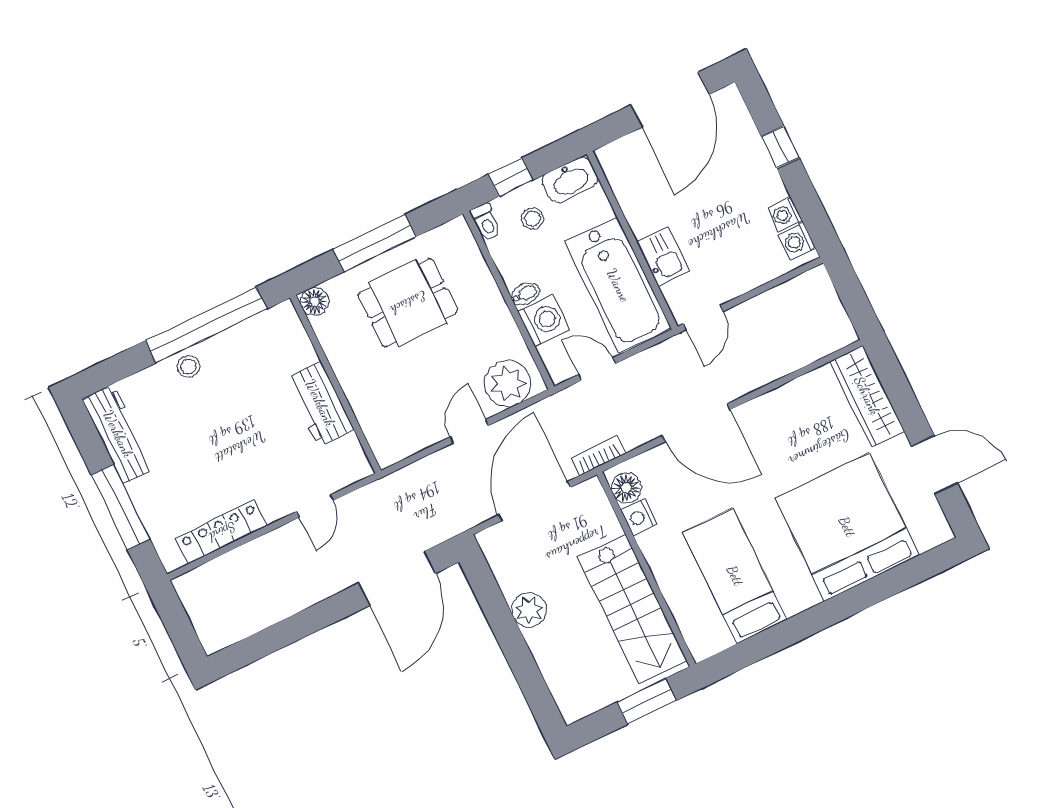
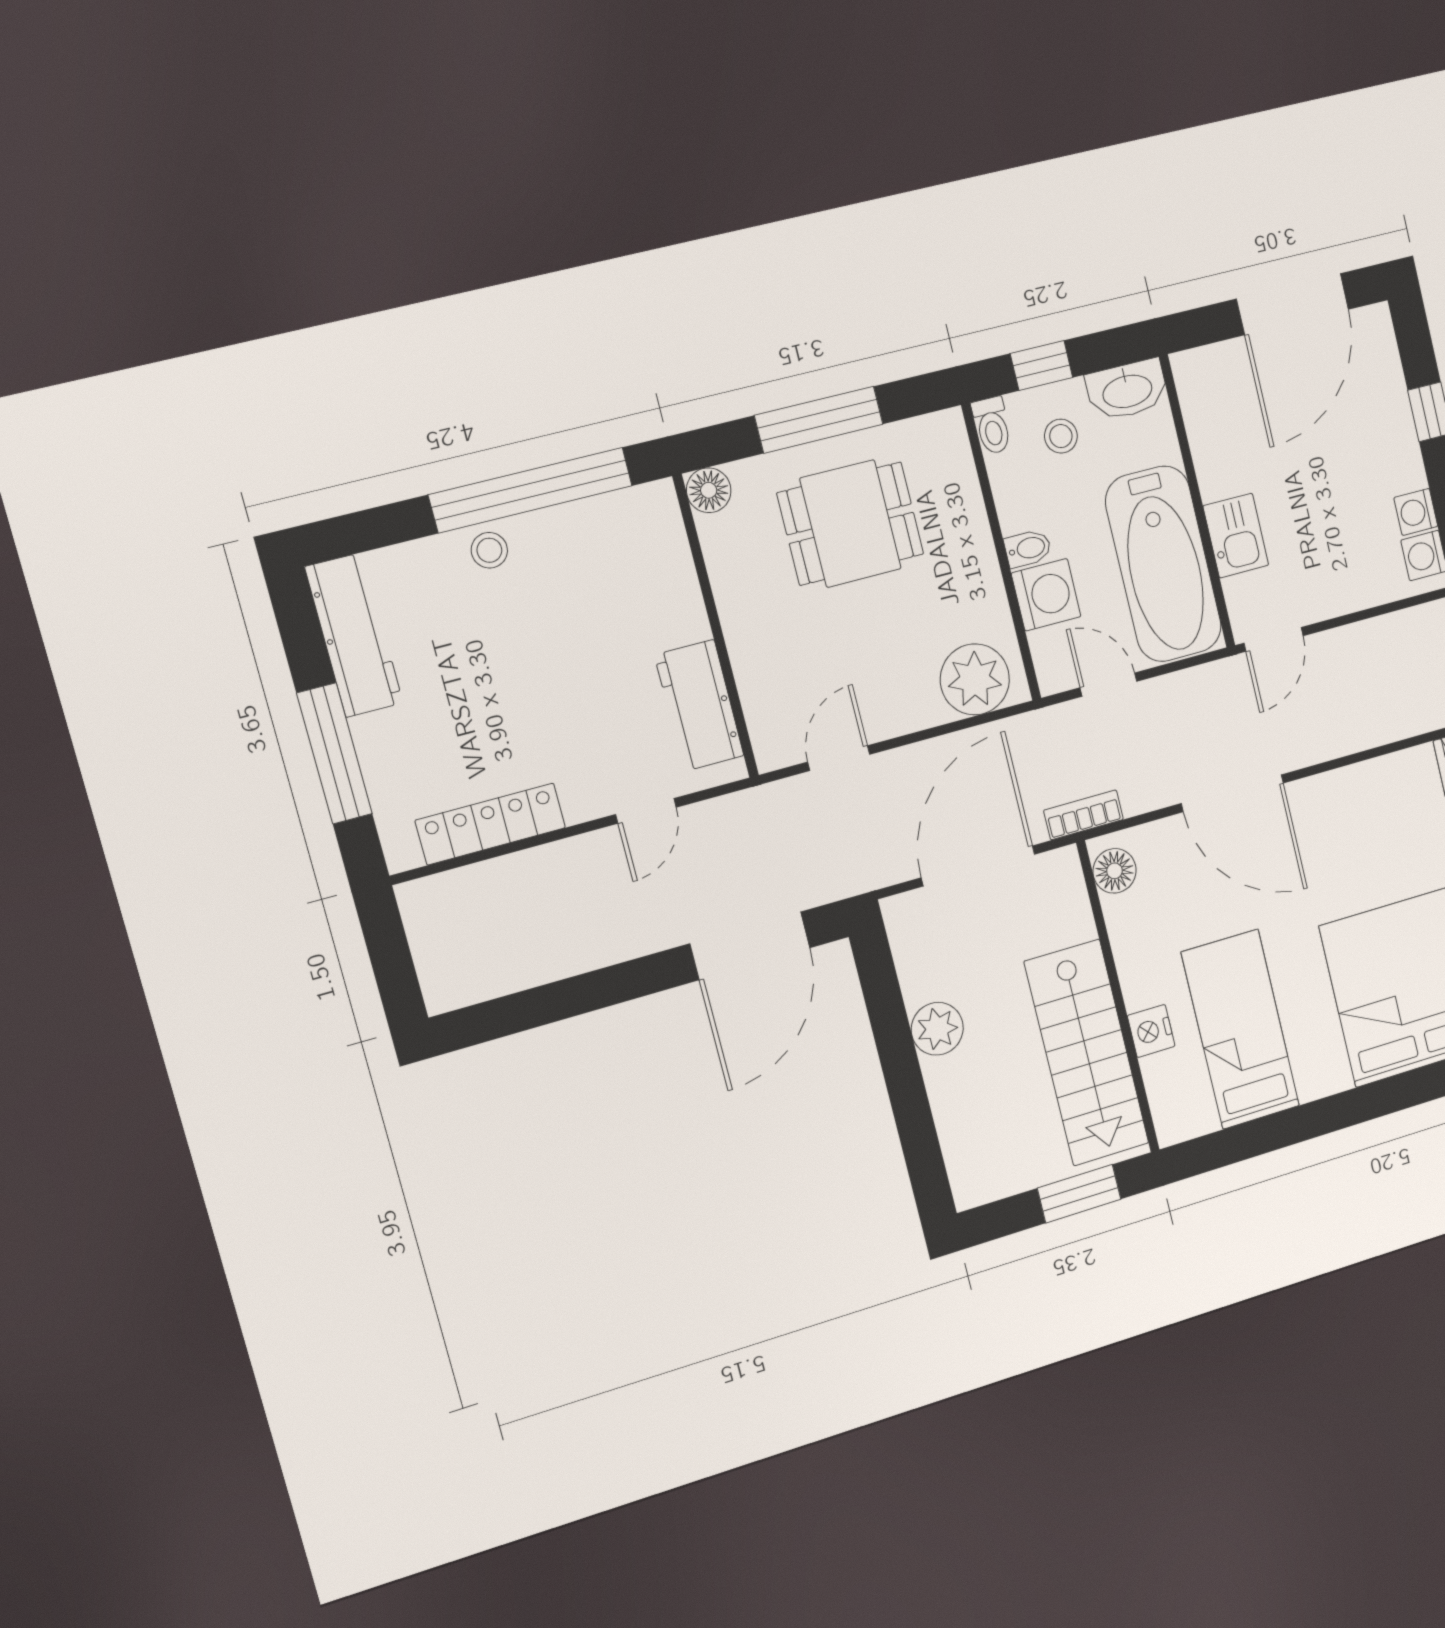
workbench: (320, 403) -> (699, 705), moved
door: (469, 431) -> (839, 758), moved
nightstand: (639, 517) -> (1151, 1031), moved

